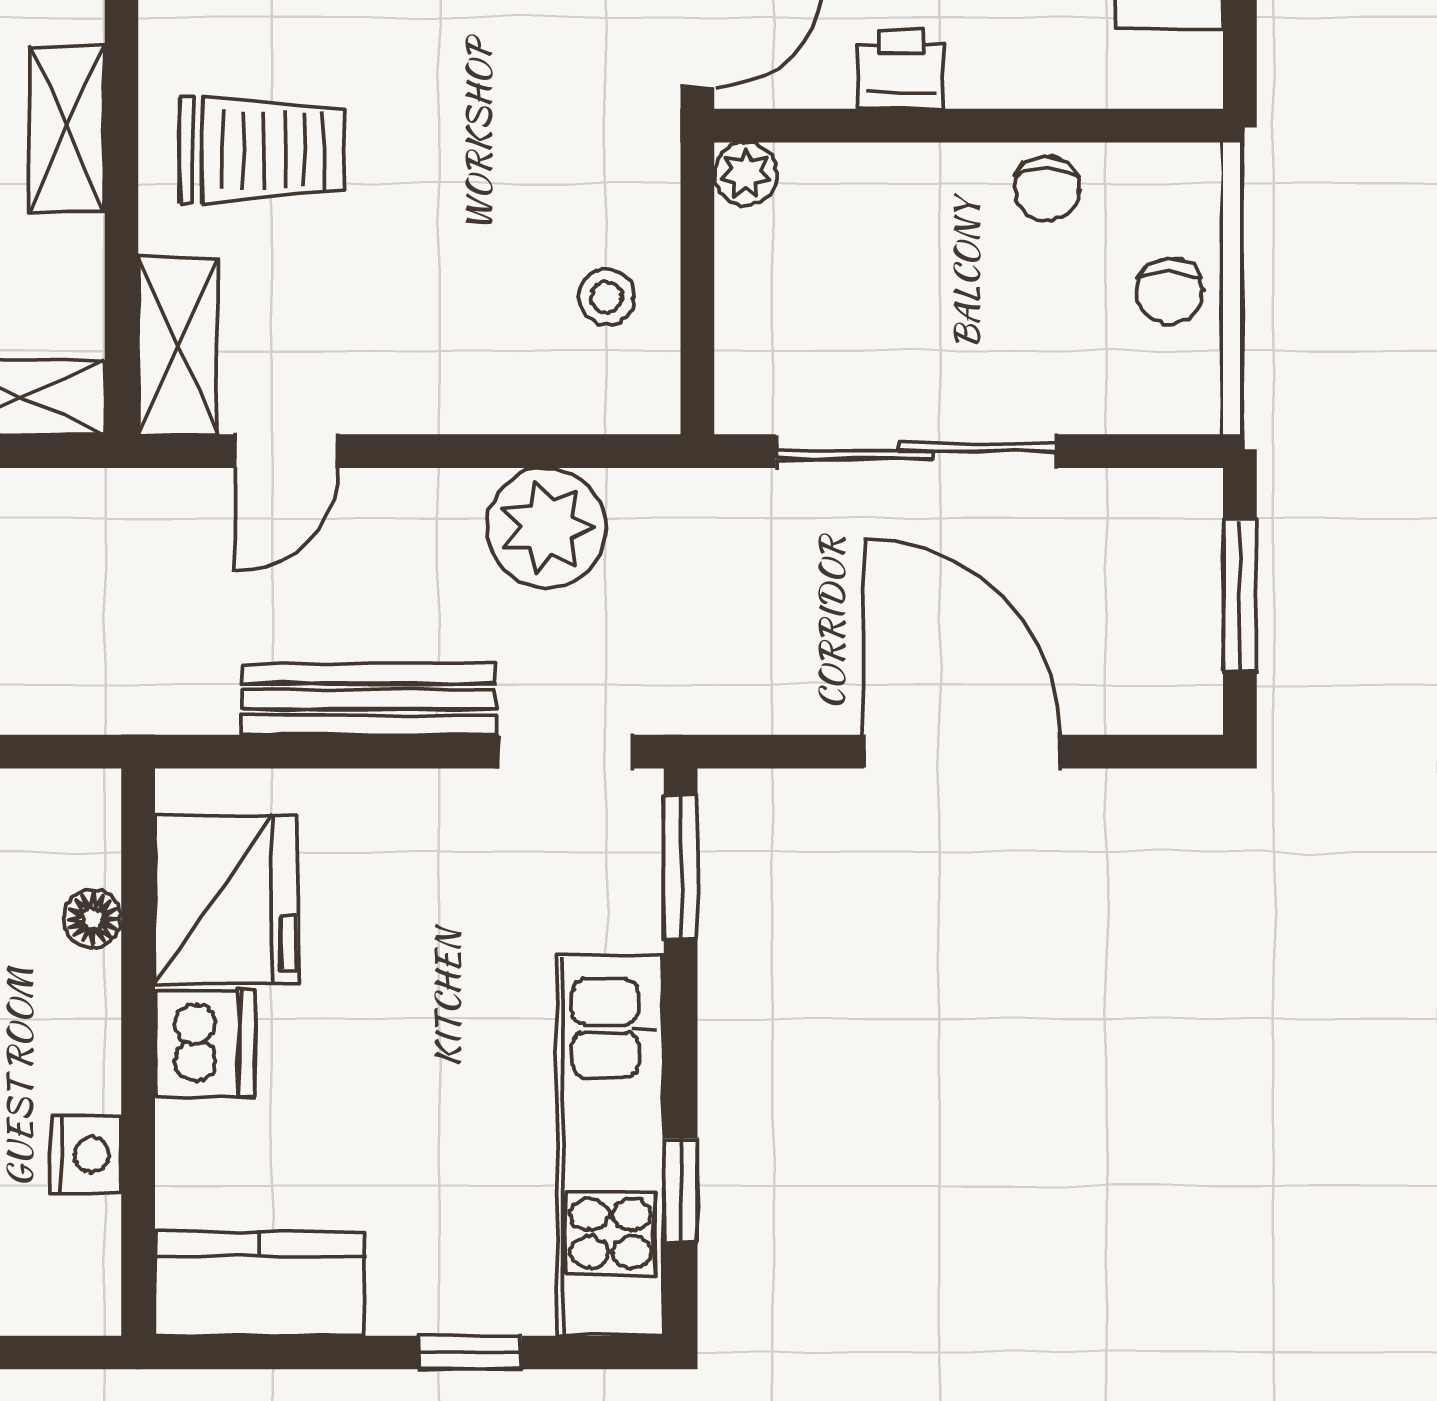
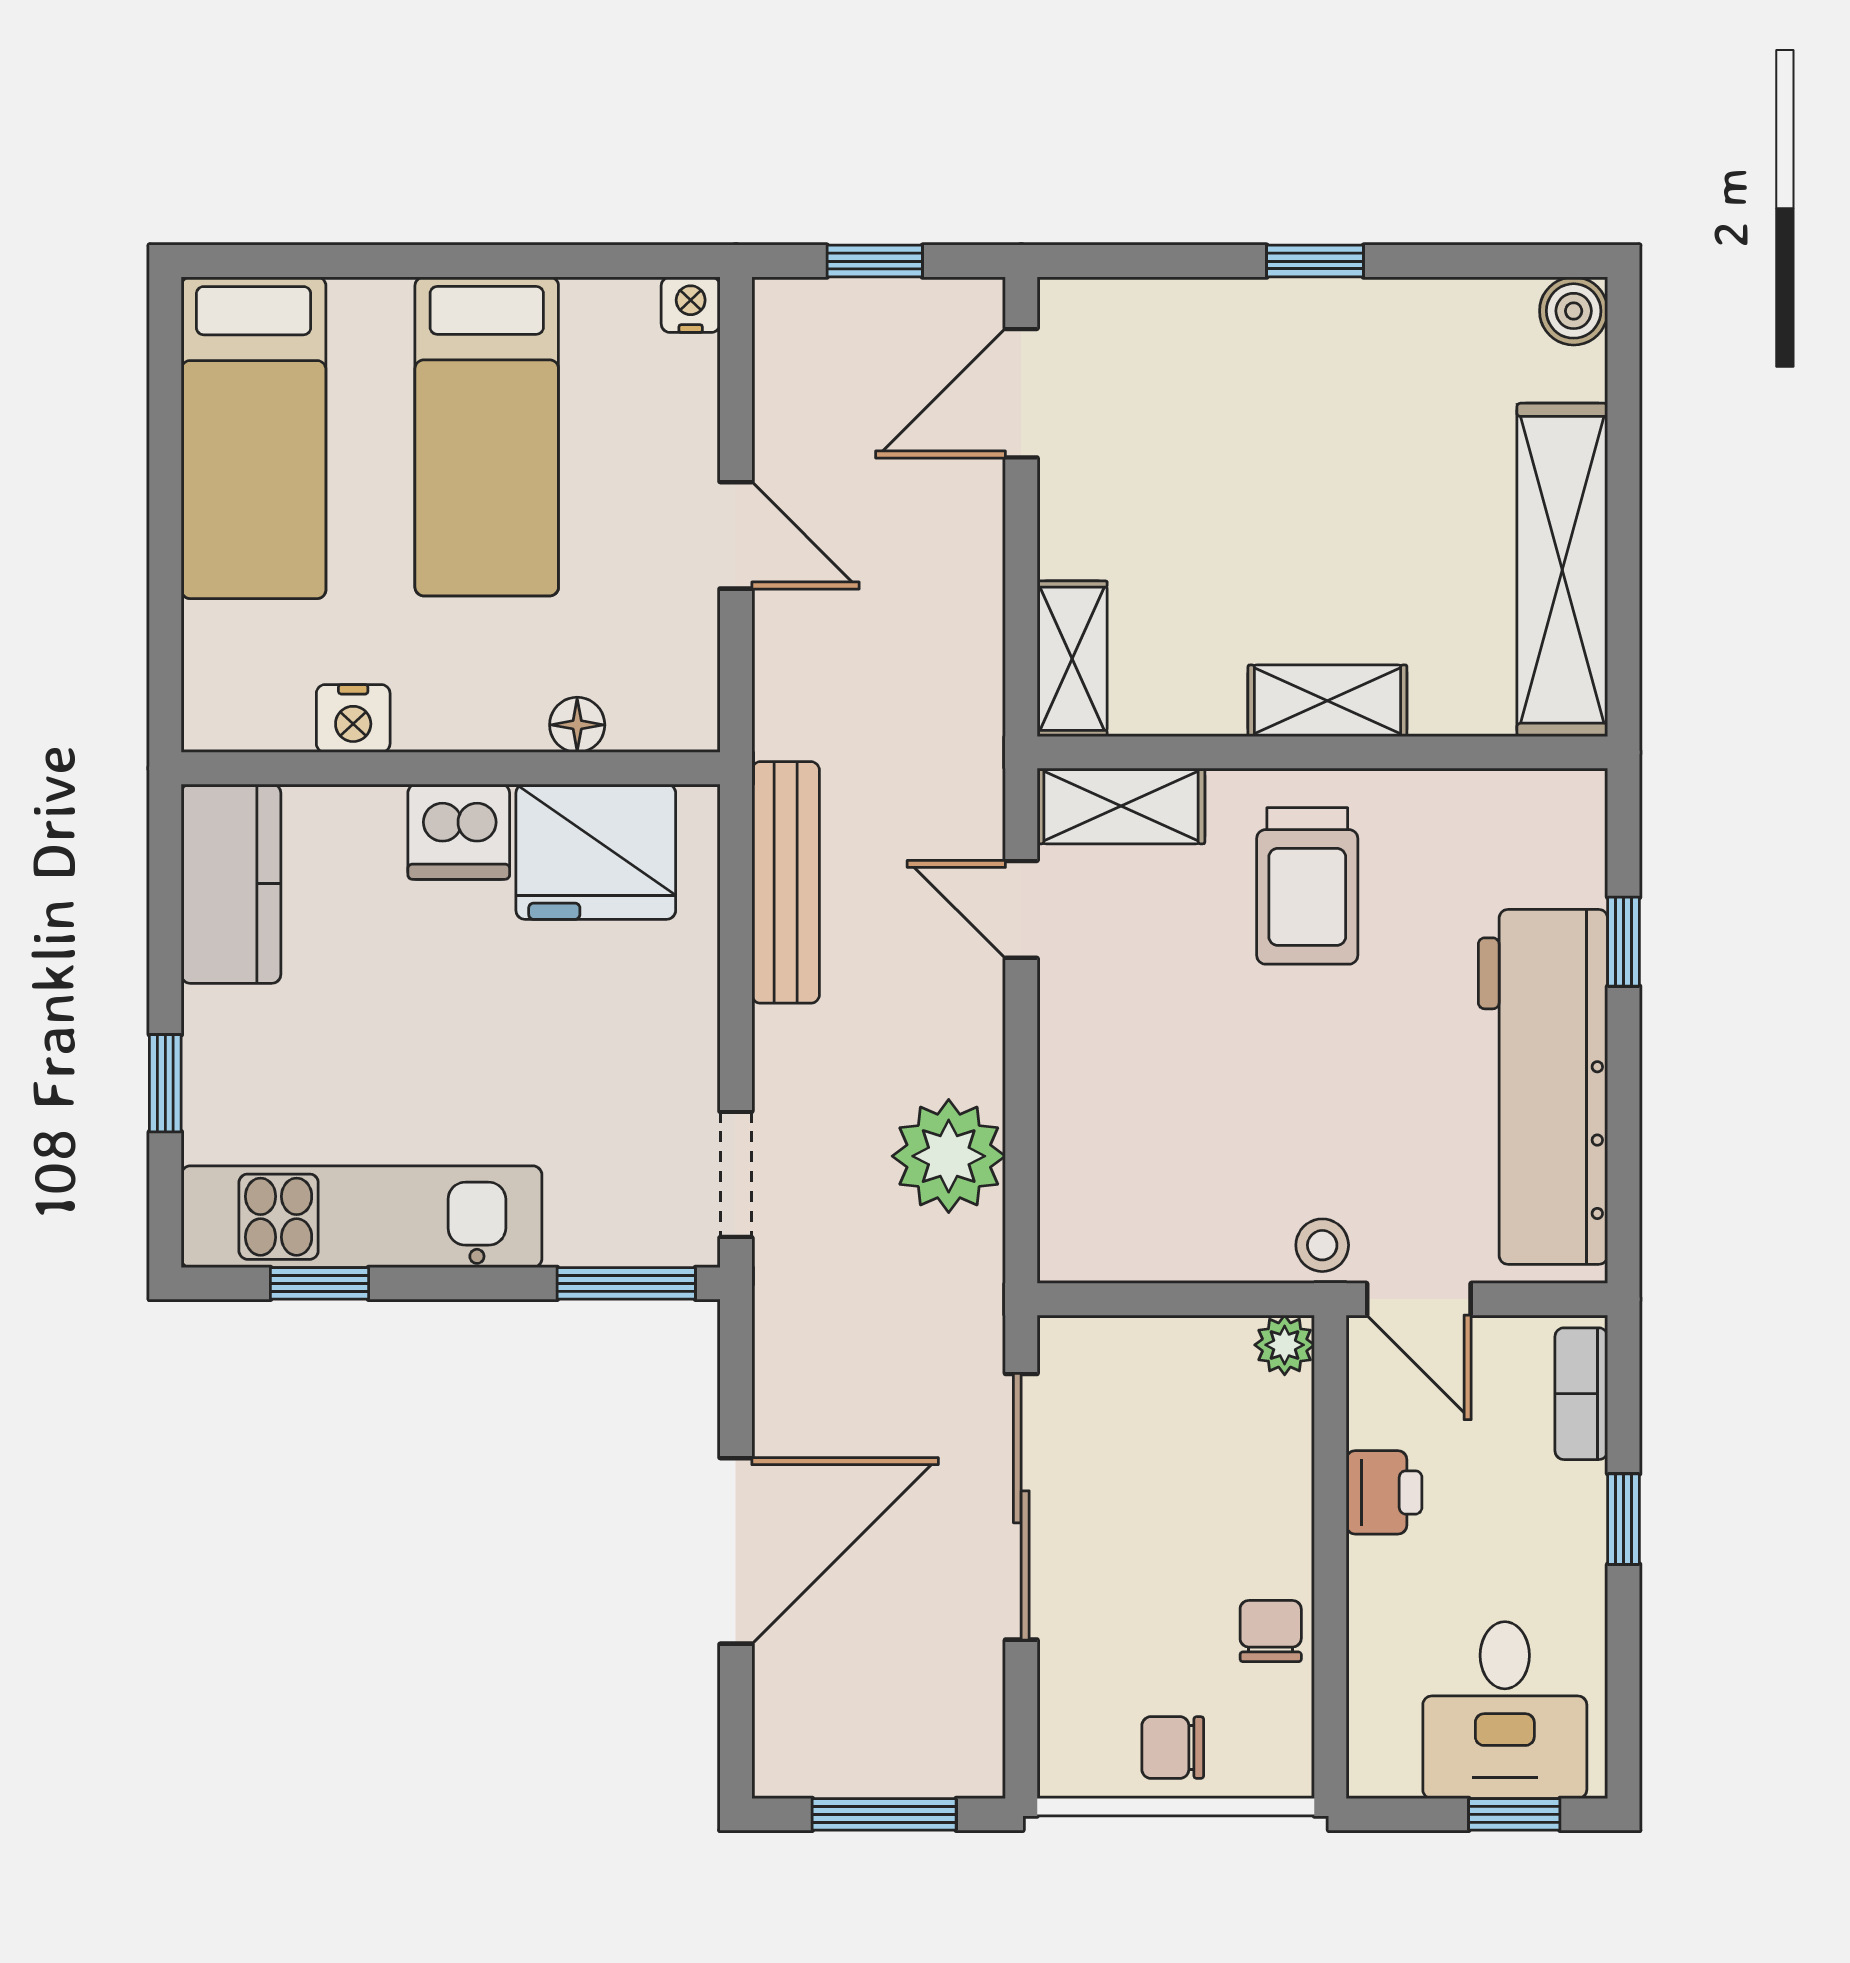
chair: (1047, 188) -> (1271, 1631), turned 90
stool: (606, 297) -> (1322, 1245), moved
bench: (369, 699) -> (786, 882), moved

